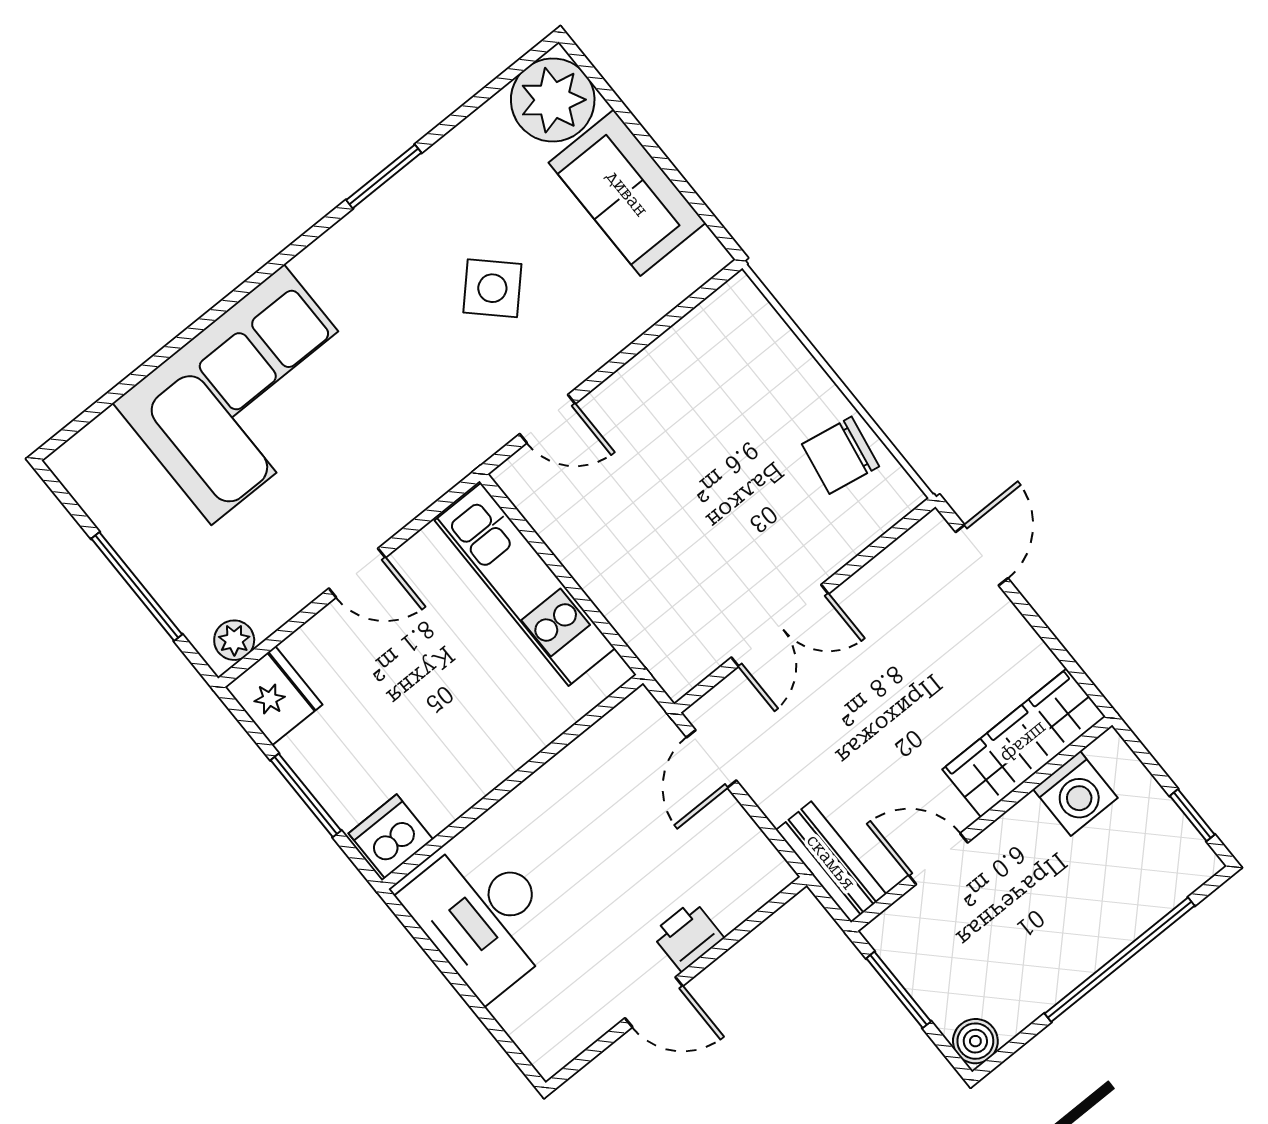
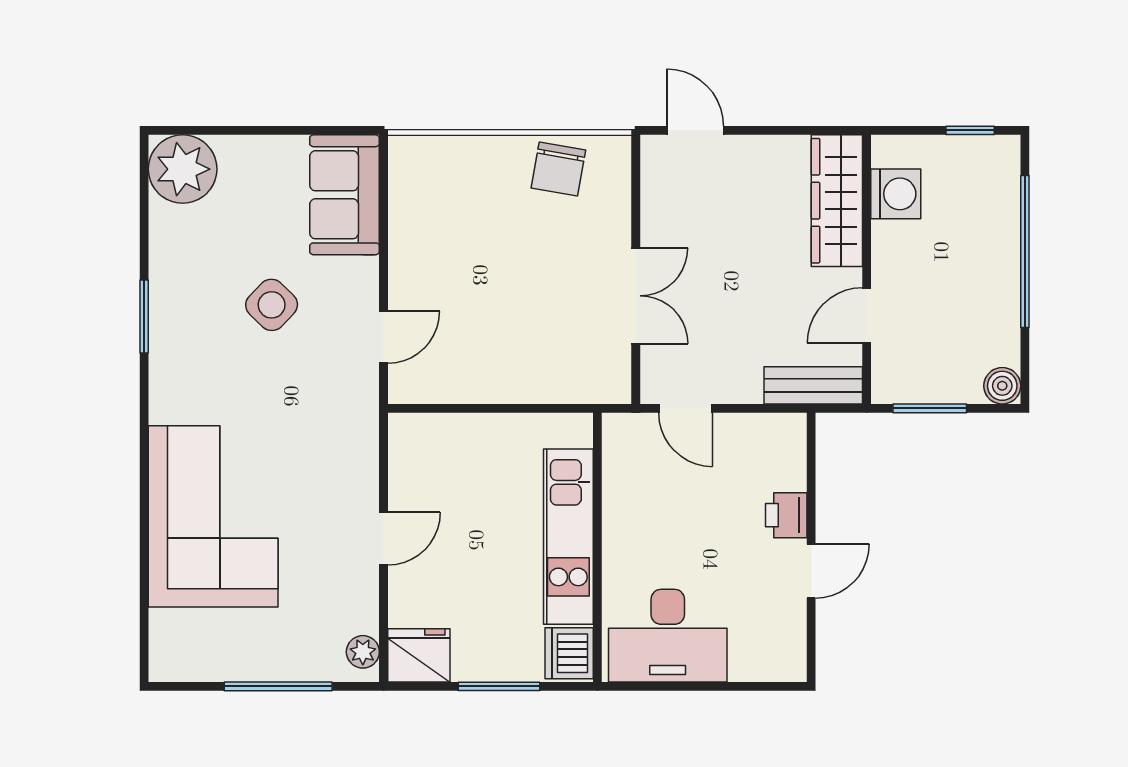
sofa: (627, 193) -> (345, 195), moved, turned 90
kitchen unit: (525, 584) -> (568, 537), moved, turned 90

